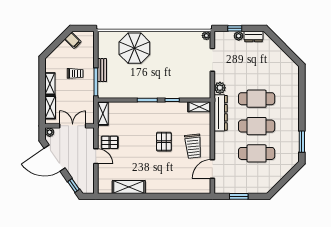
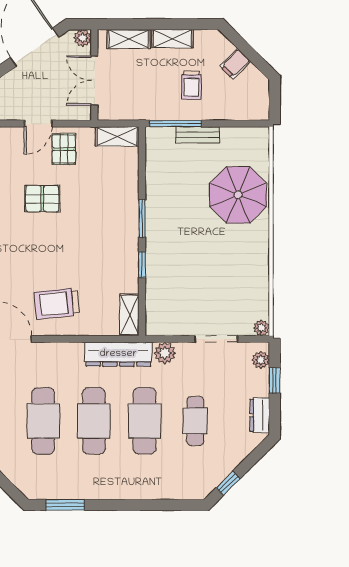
plant: (239, 36) -> (261, 360), moved
filing cabinet: (73, 40) -> (235, 64), moved
window: (290, 54) -> (228, 483), added
cafe table: (257, 71) -> (195, 421), added
double door: (73, 126) -> (94, 81), swing flipped
pallet: (164, 142) -> (42, 199), moved

